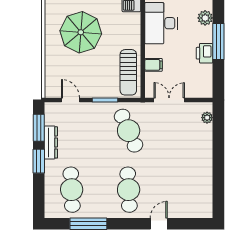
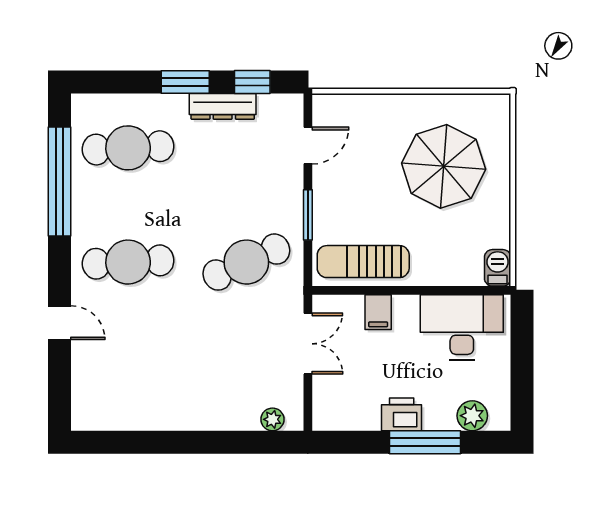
window: (39, 128) -> (252, 82), width x0.67
window: (88, 224) -> (60, 182), width x1.46

